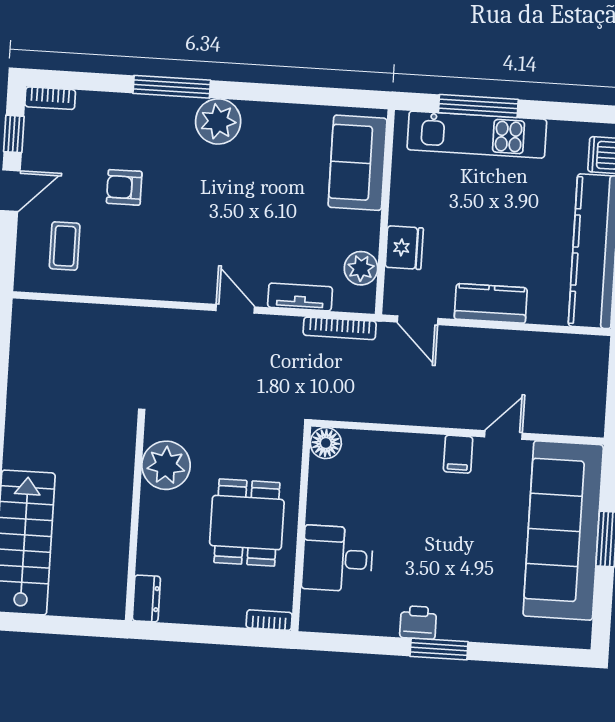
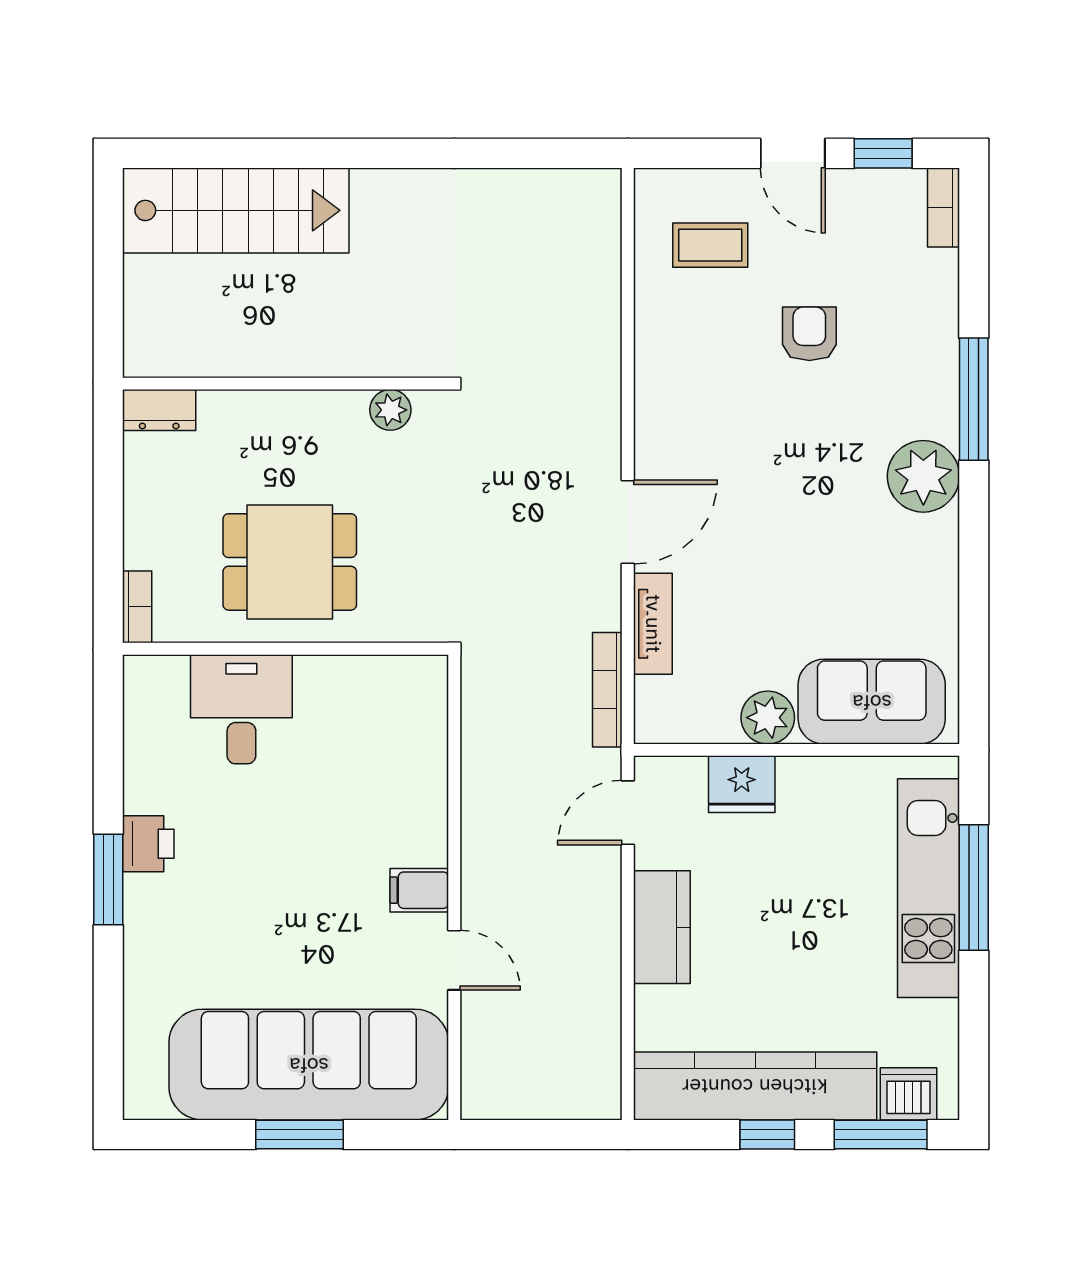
plant: (361, 268) -> (768, 718), moved
door: (235, 309) -> (628, 522), width x1.38
floor lamp: (326, 443) -> (424, 679), removed
plant: (166, 465) -> (390, 410), width x0.53, depth x0.53

